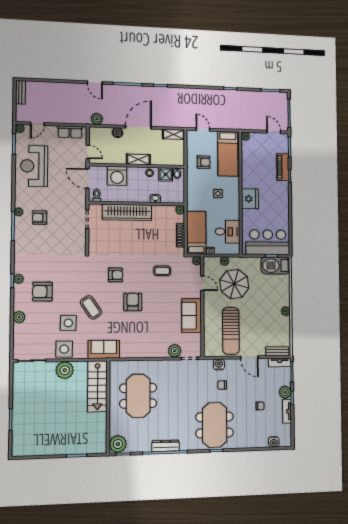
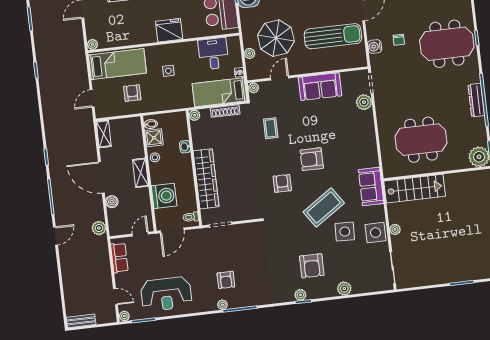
coffee table: (91, 307) -> (324, 207), width x1.36, depth x1.32
plant: (65, 370) -> (395, 229), width x0.53, depth x0.53

